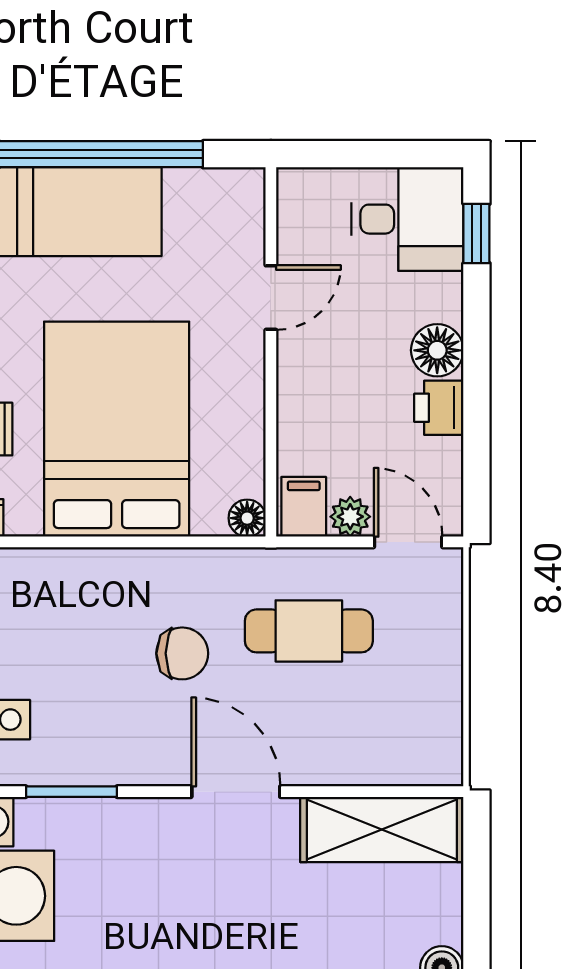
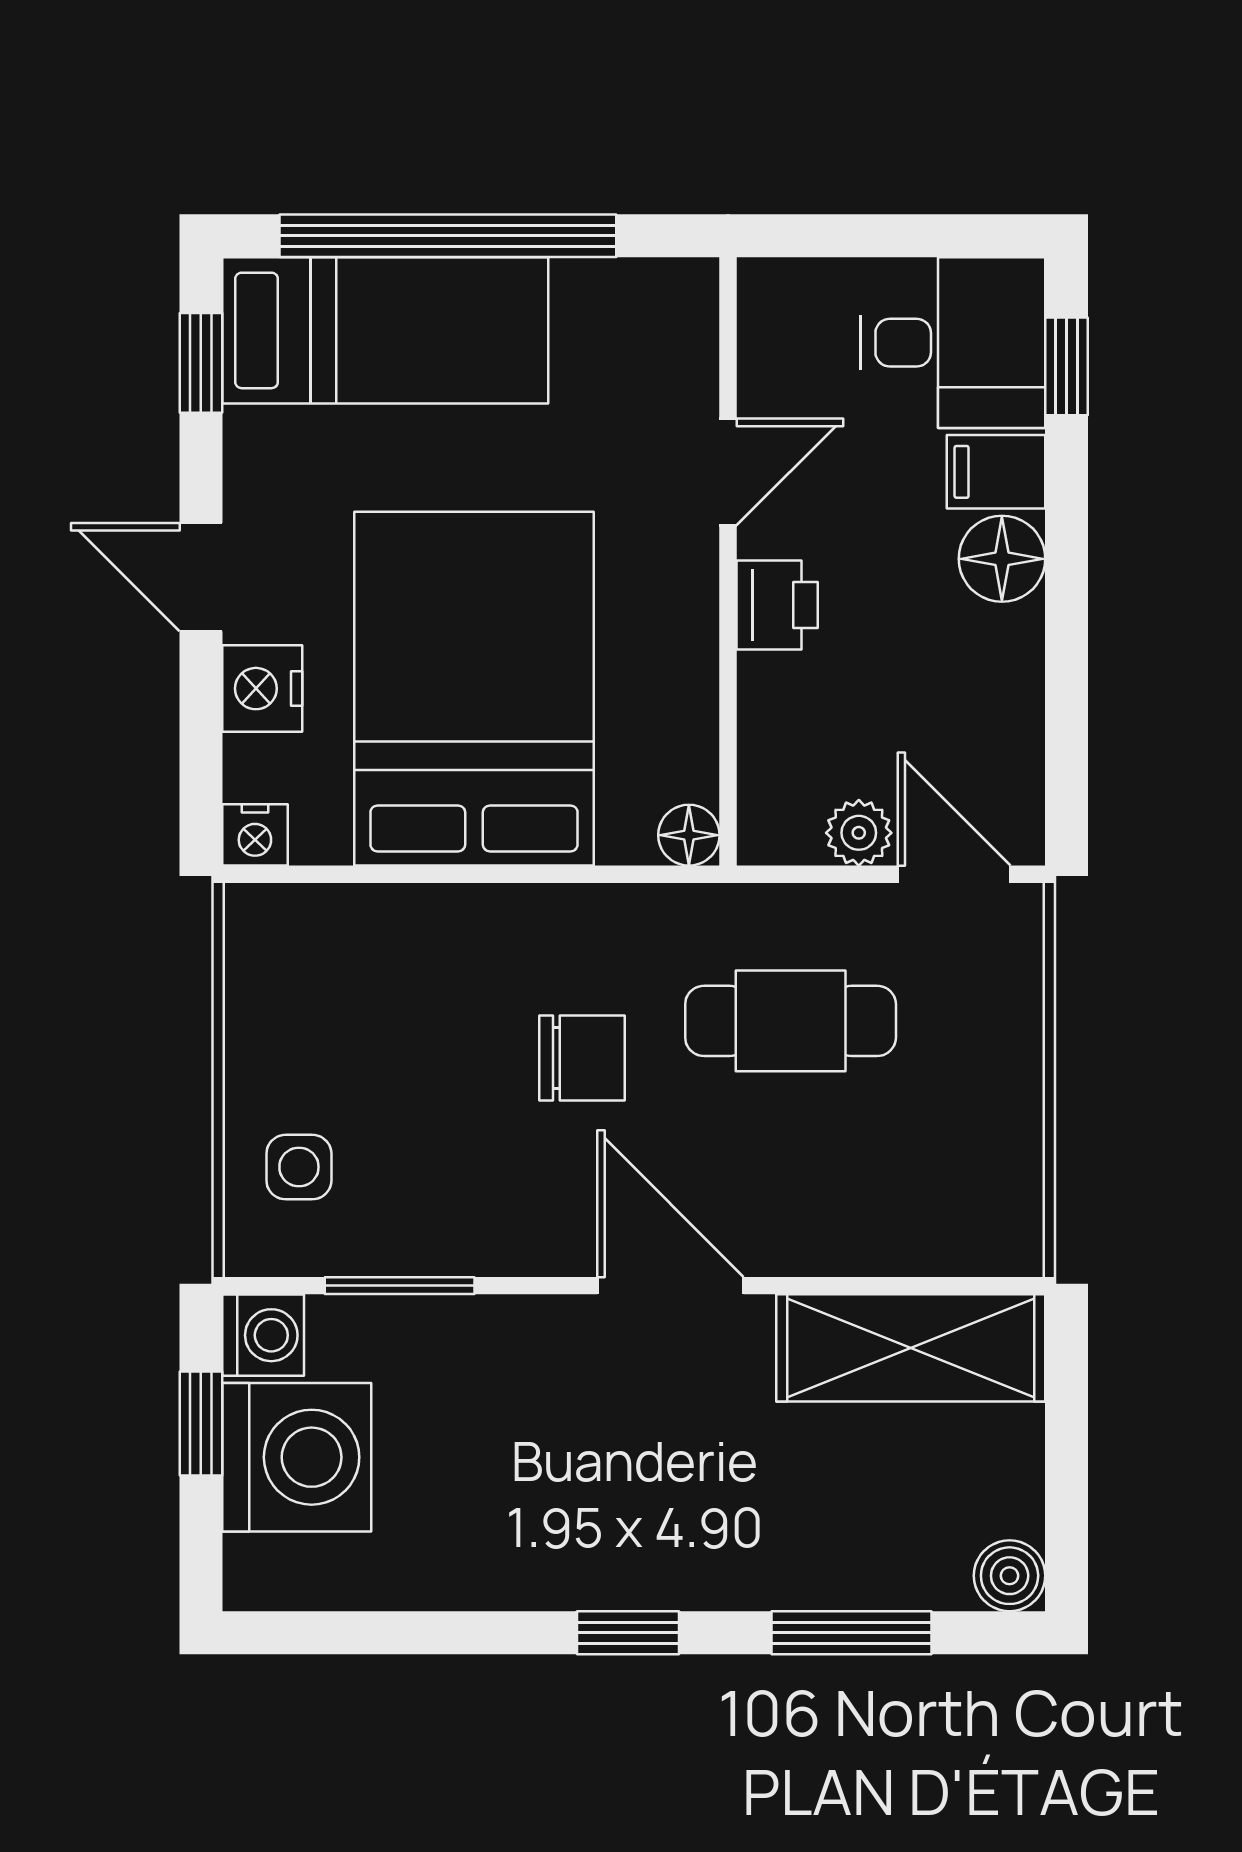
printer: (439, 408) -> (777, 605), moved, turned 180
filing cabinet: (304, 507) -> (996, 472), moved, turned -90

